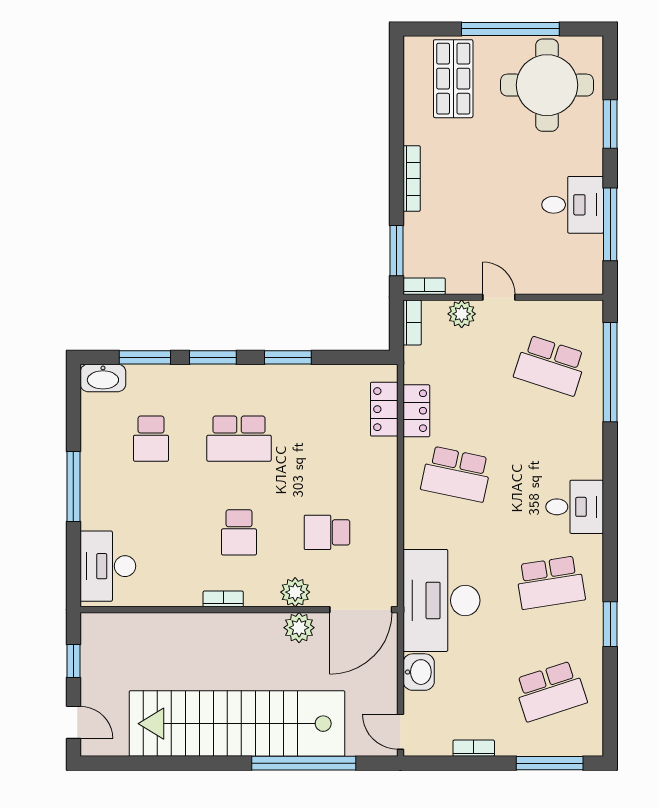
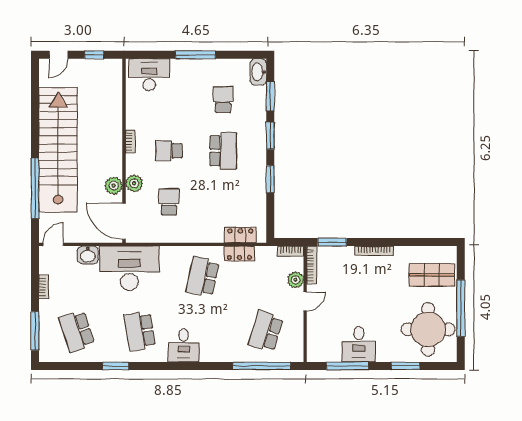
bookcase: (424, 286) -> (312, 265), width x1.56
school desk: (151, 439) -> (223, 100), turned 90
school desk: (239, 439) -> (223, 151), turned 180

